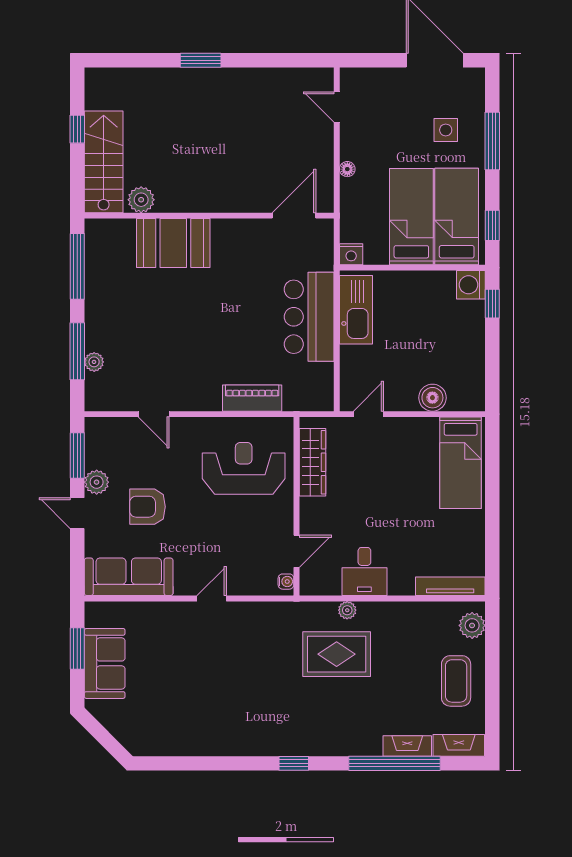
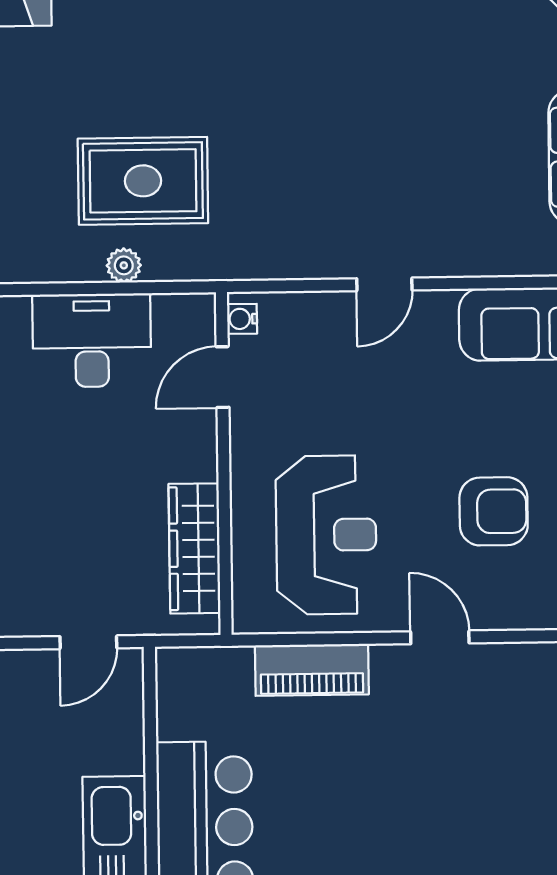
door: (154, 414) -> (440, 637), moved
reception desk: (244, 468) -> (326, 535), turned -90
armchair: (148, 507) -> (494, 511), moved
desk: (364, 571) -> (92, 340), width x1.37

